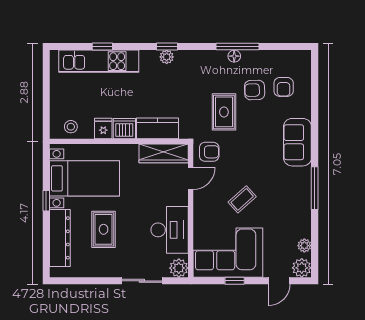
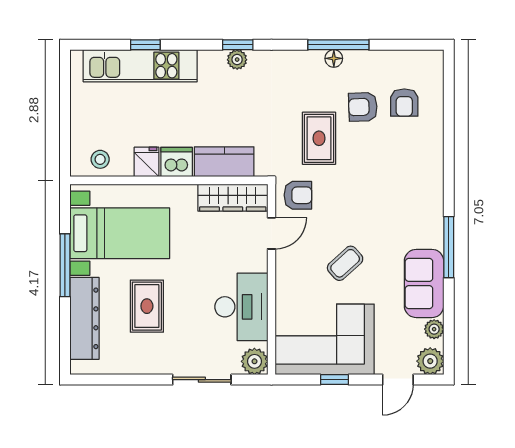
sofa: (297, 142) -> (424, 283), moved
window: (46, 201) -> (65, 265), width x2.17

